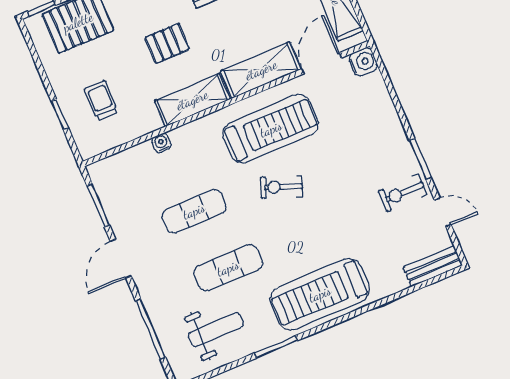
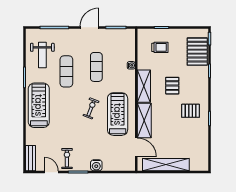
water cooler: (363, 62) -> (96, 165), moved
treadmill: (271, 129) -> (118, 114), turned 180
door: (443, 212) -> (51, 172), swing flipped
door: (121, 259) -> (89, 27), hinge flipped

